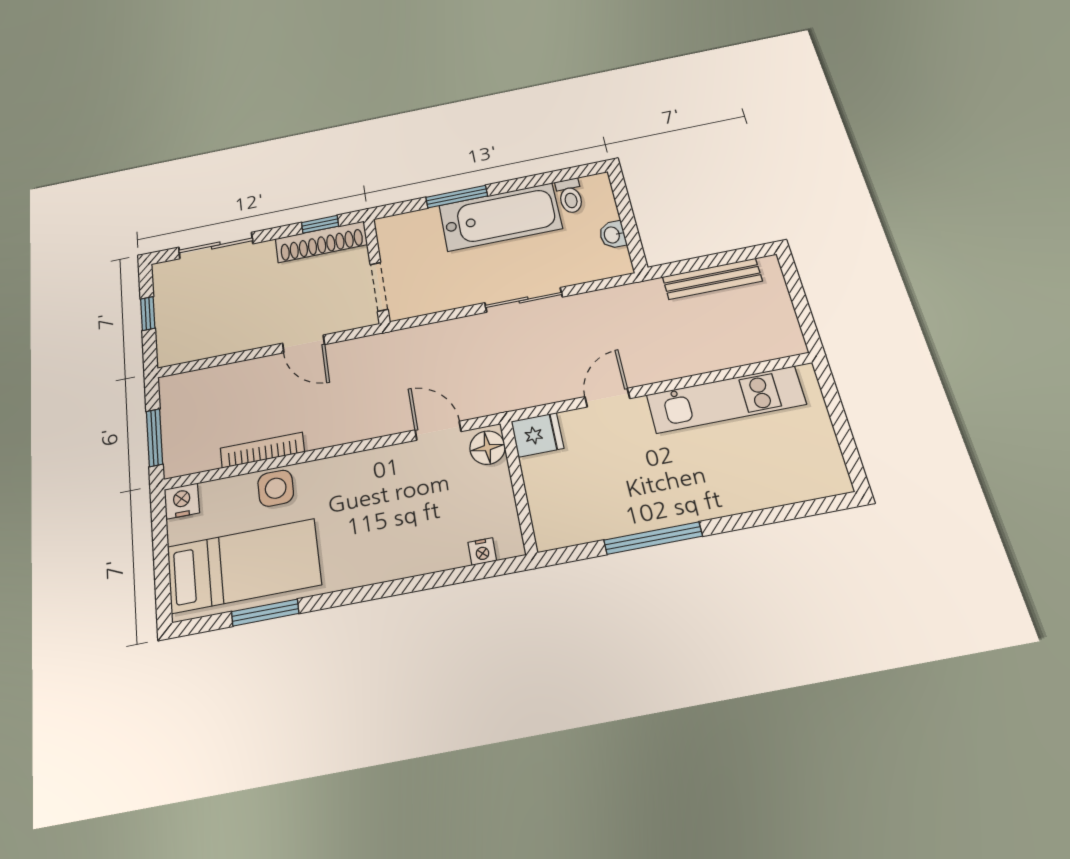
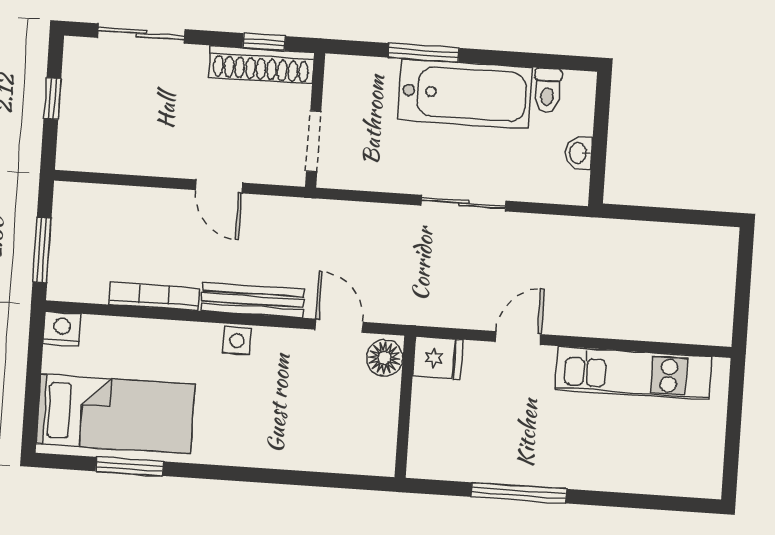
bench: (712, 279) -> (253, 300), moved
side table: (276, 488) -> (237, 341), moved, width x0.73, depth x0.73
nightstand: (482, 552) -> (353, 462), removed

